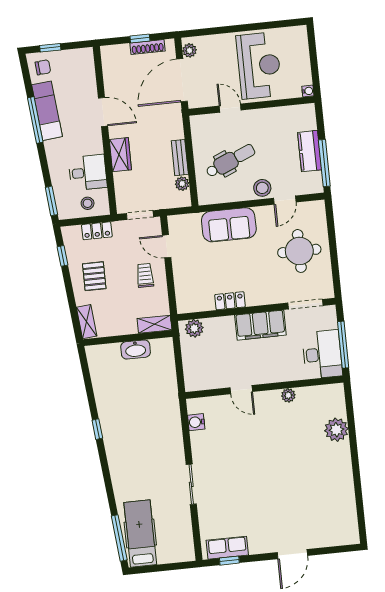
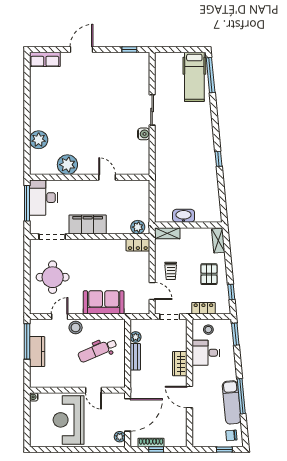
locker: (230, 301) -> (138, 245), moved
plant: (288, 395) -> (67, 165), width x1.87, depth x1.87
water cooler: (196, 422) -> (144, 134), moved
row of seats: (227, 548) -> (45, 59), moved

